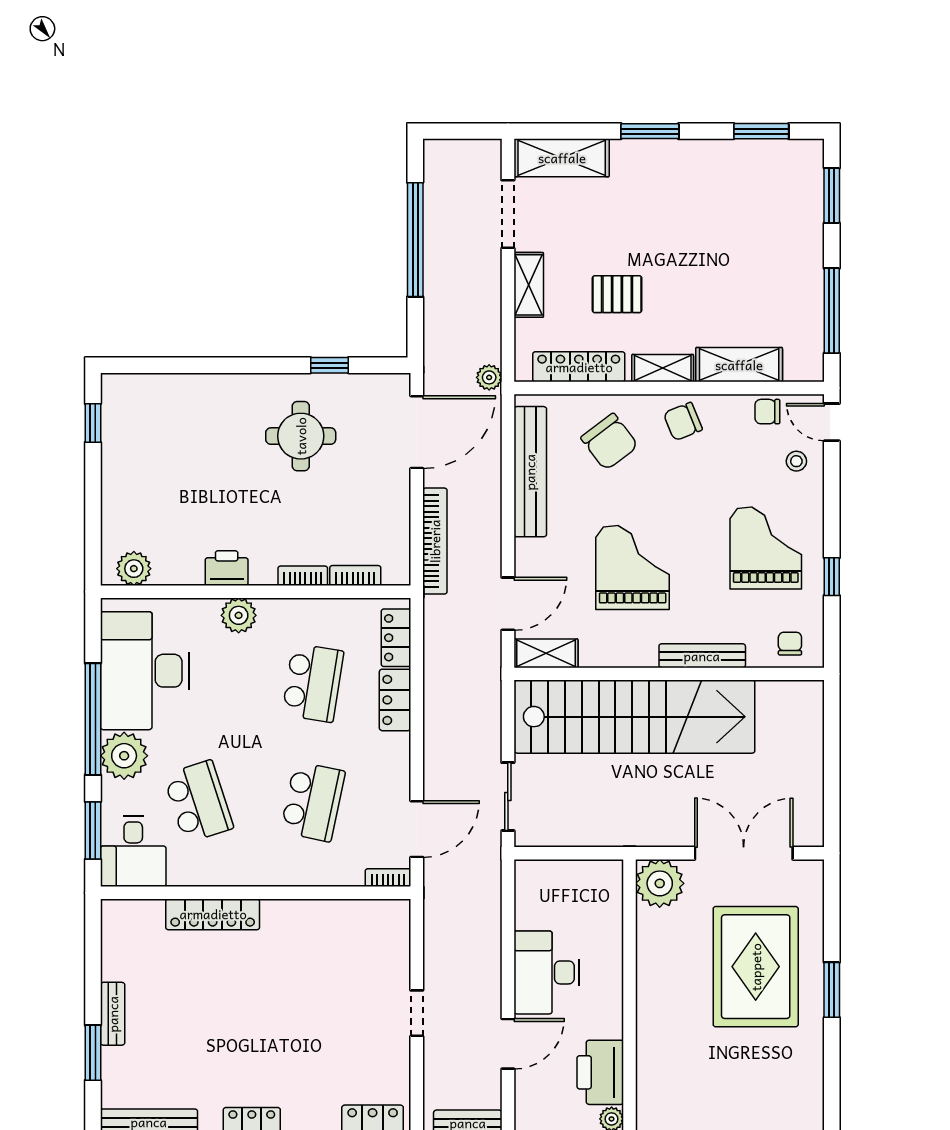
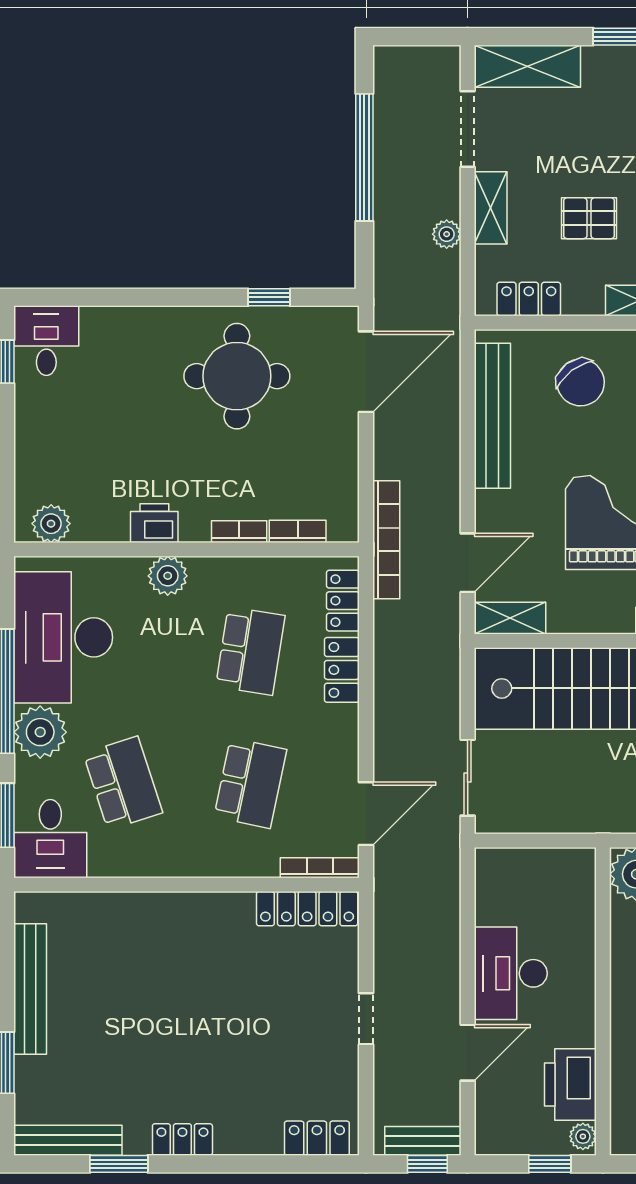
locker: (579, 367) -> (529, 299), width x0.66
plant: (489, 377) -> (447, 234), moved
desk: (130, 404) -> (46, 341), added
round table: (301, 436) -> (237, 376), width x1.36, depth x1.36
bookcase: (435, 541) -> (386, 540), moved
bookcase: (388, 878) -> (320, 868), width x1.56
locker: (213, 914) -> (307, 909), moved
bench: (113, 1014) -> (30, 989), width x1.86, depth x1.21

